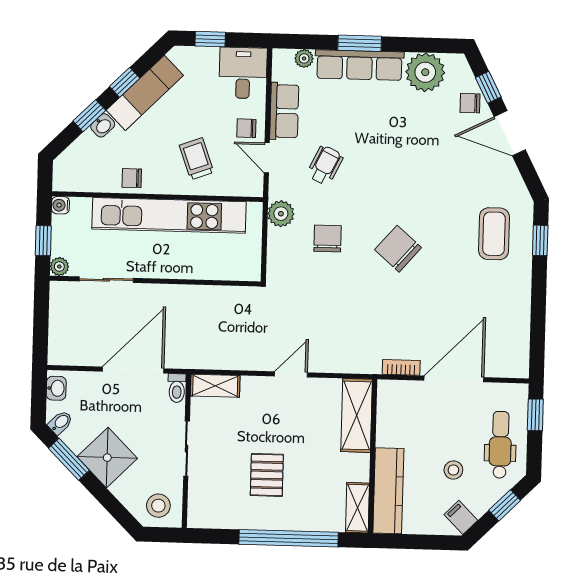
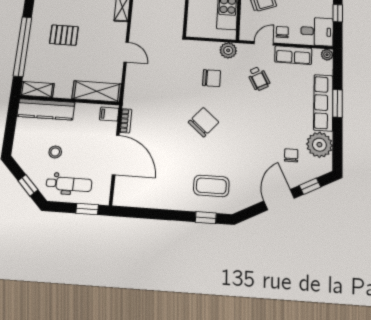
plant: (304, 58) -> (327, 55), moved
chair: (470, 103) -> (291, 155), moved
wheelchair: (325, 165) -> (259, 78), turned 36
filing cabinet: (461, 517) -> (109, 114), moved, turned -135

